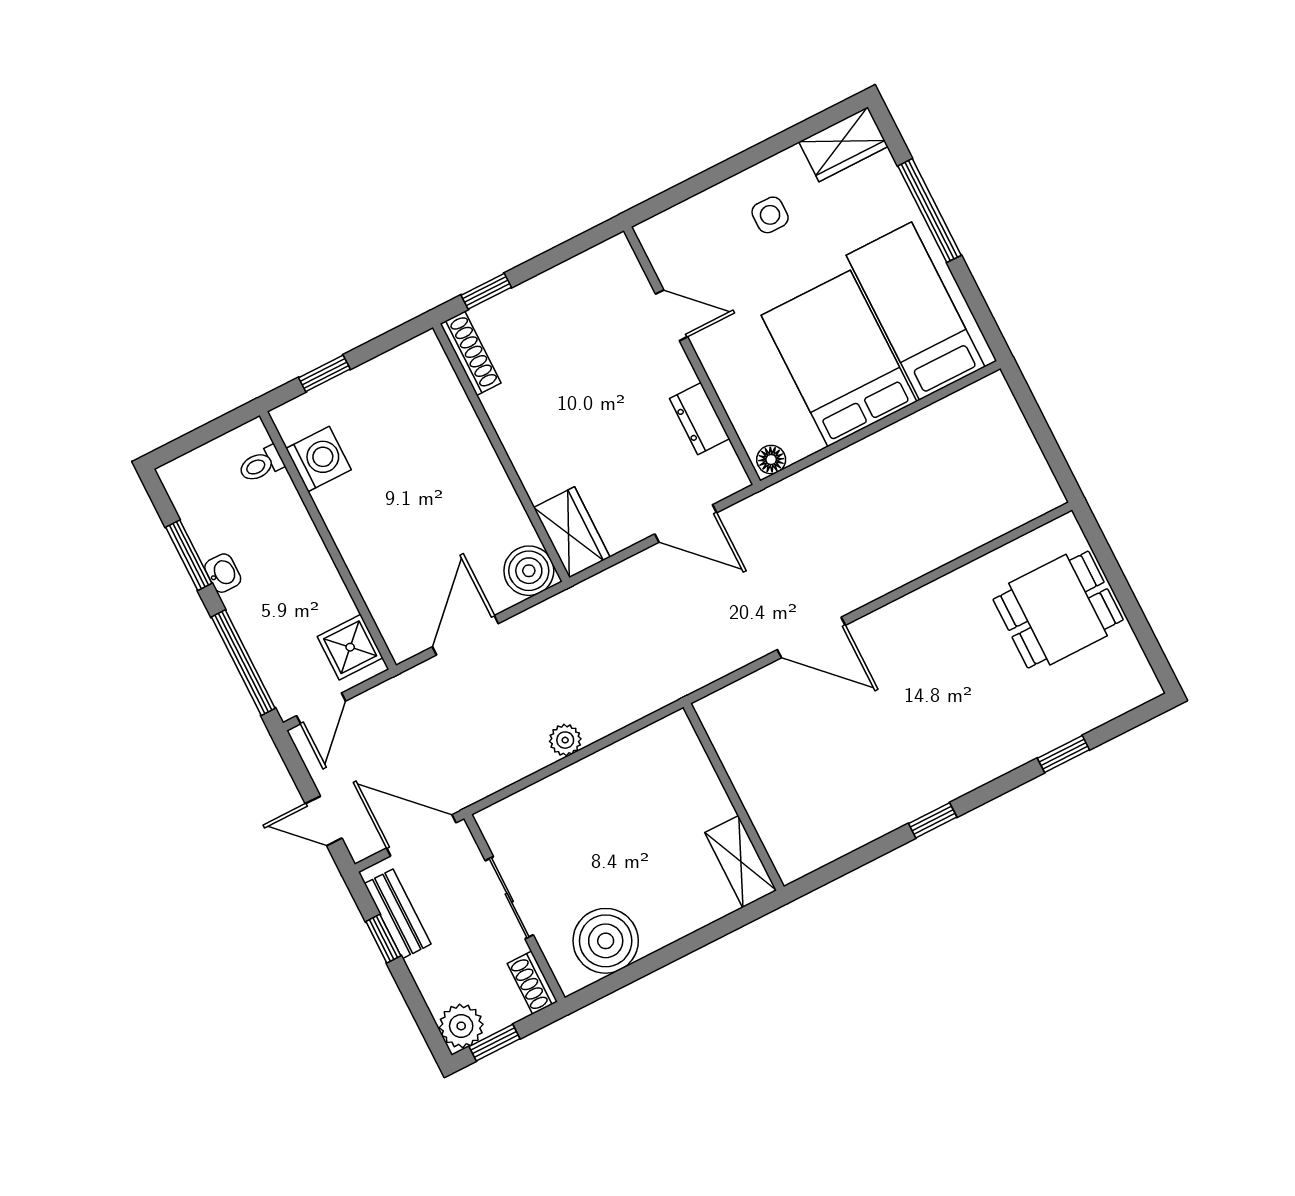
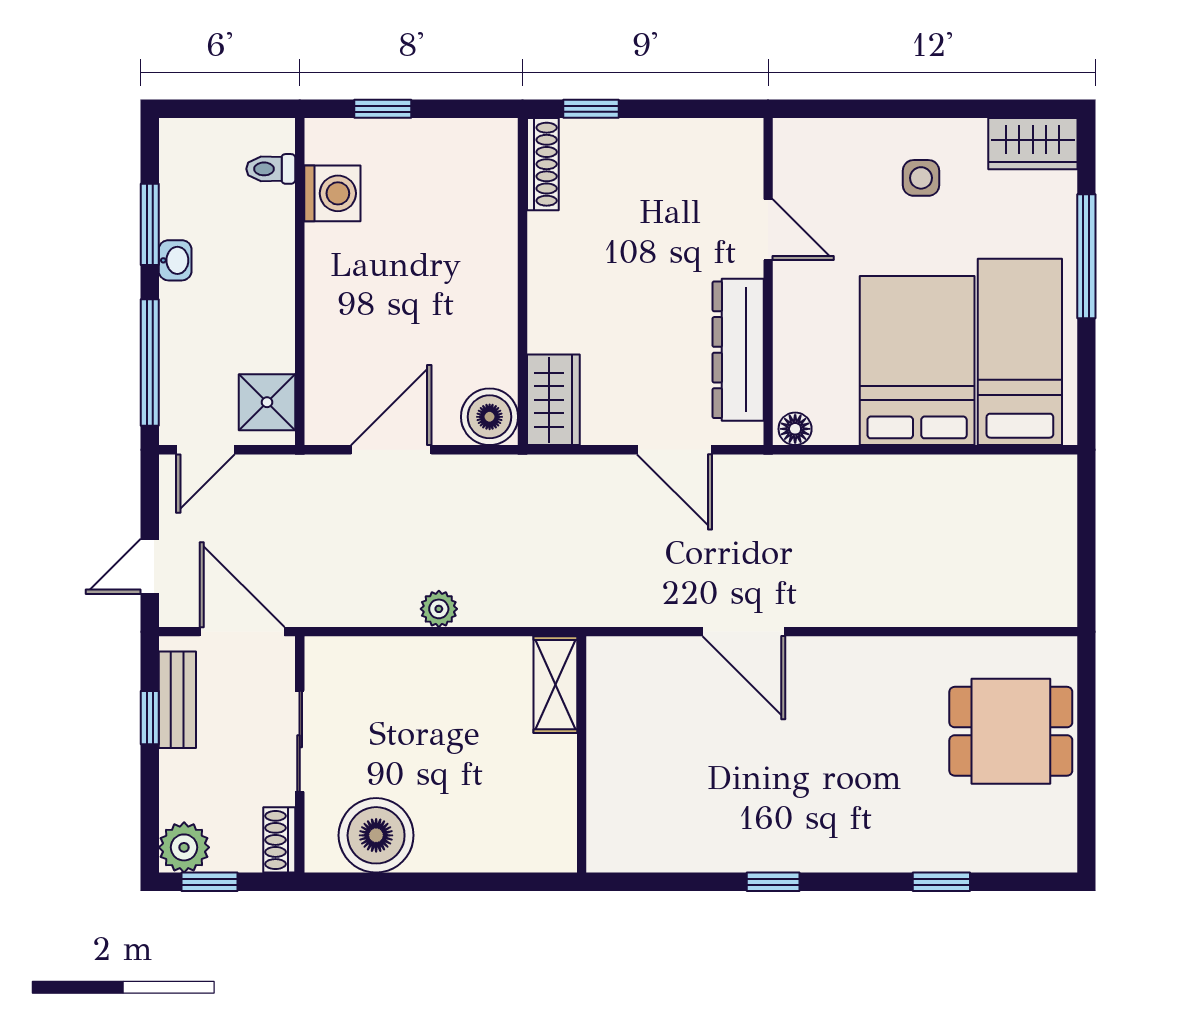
dresser: (700, 419) -> (738, 350), width x1.96, depth x1.24
door: (324, 821) -> (150, 566), hinge flipped
shelving: (741, 862) -> (555, 685), moved

